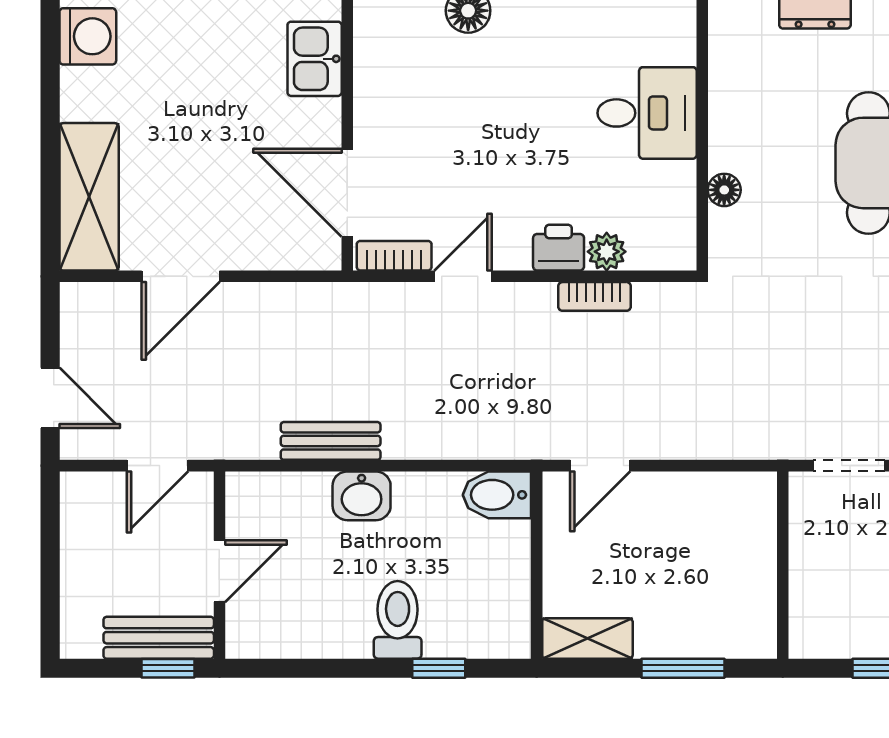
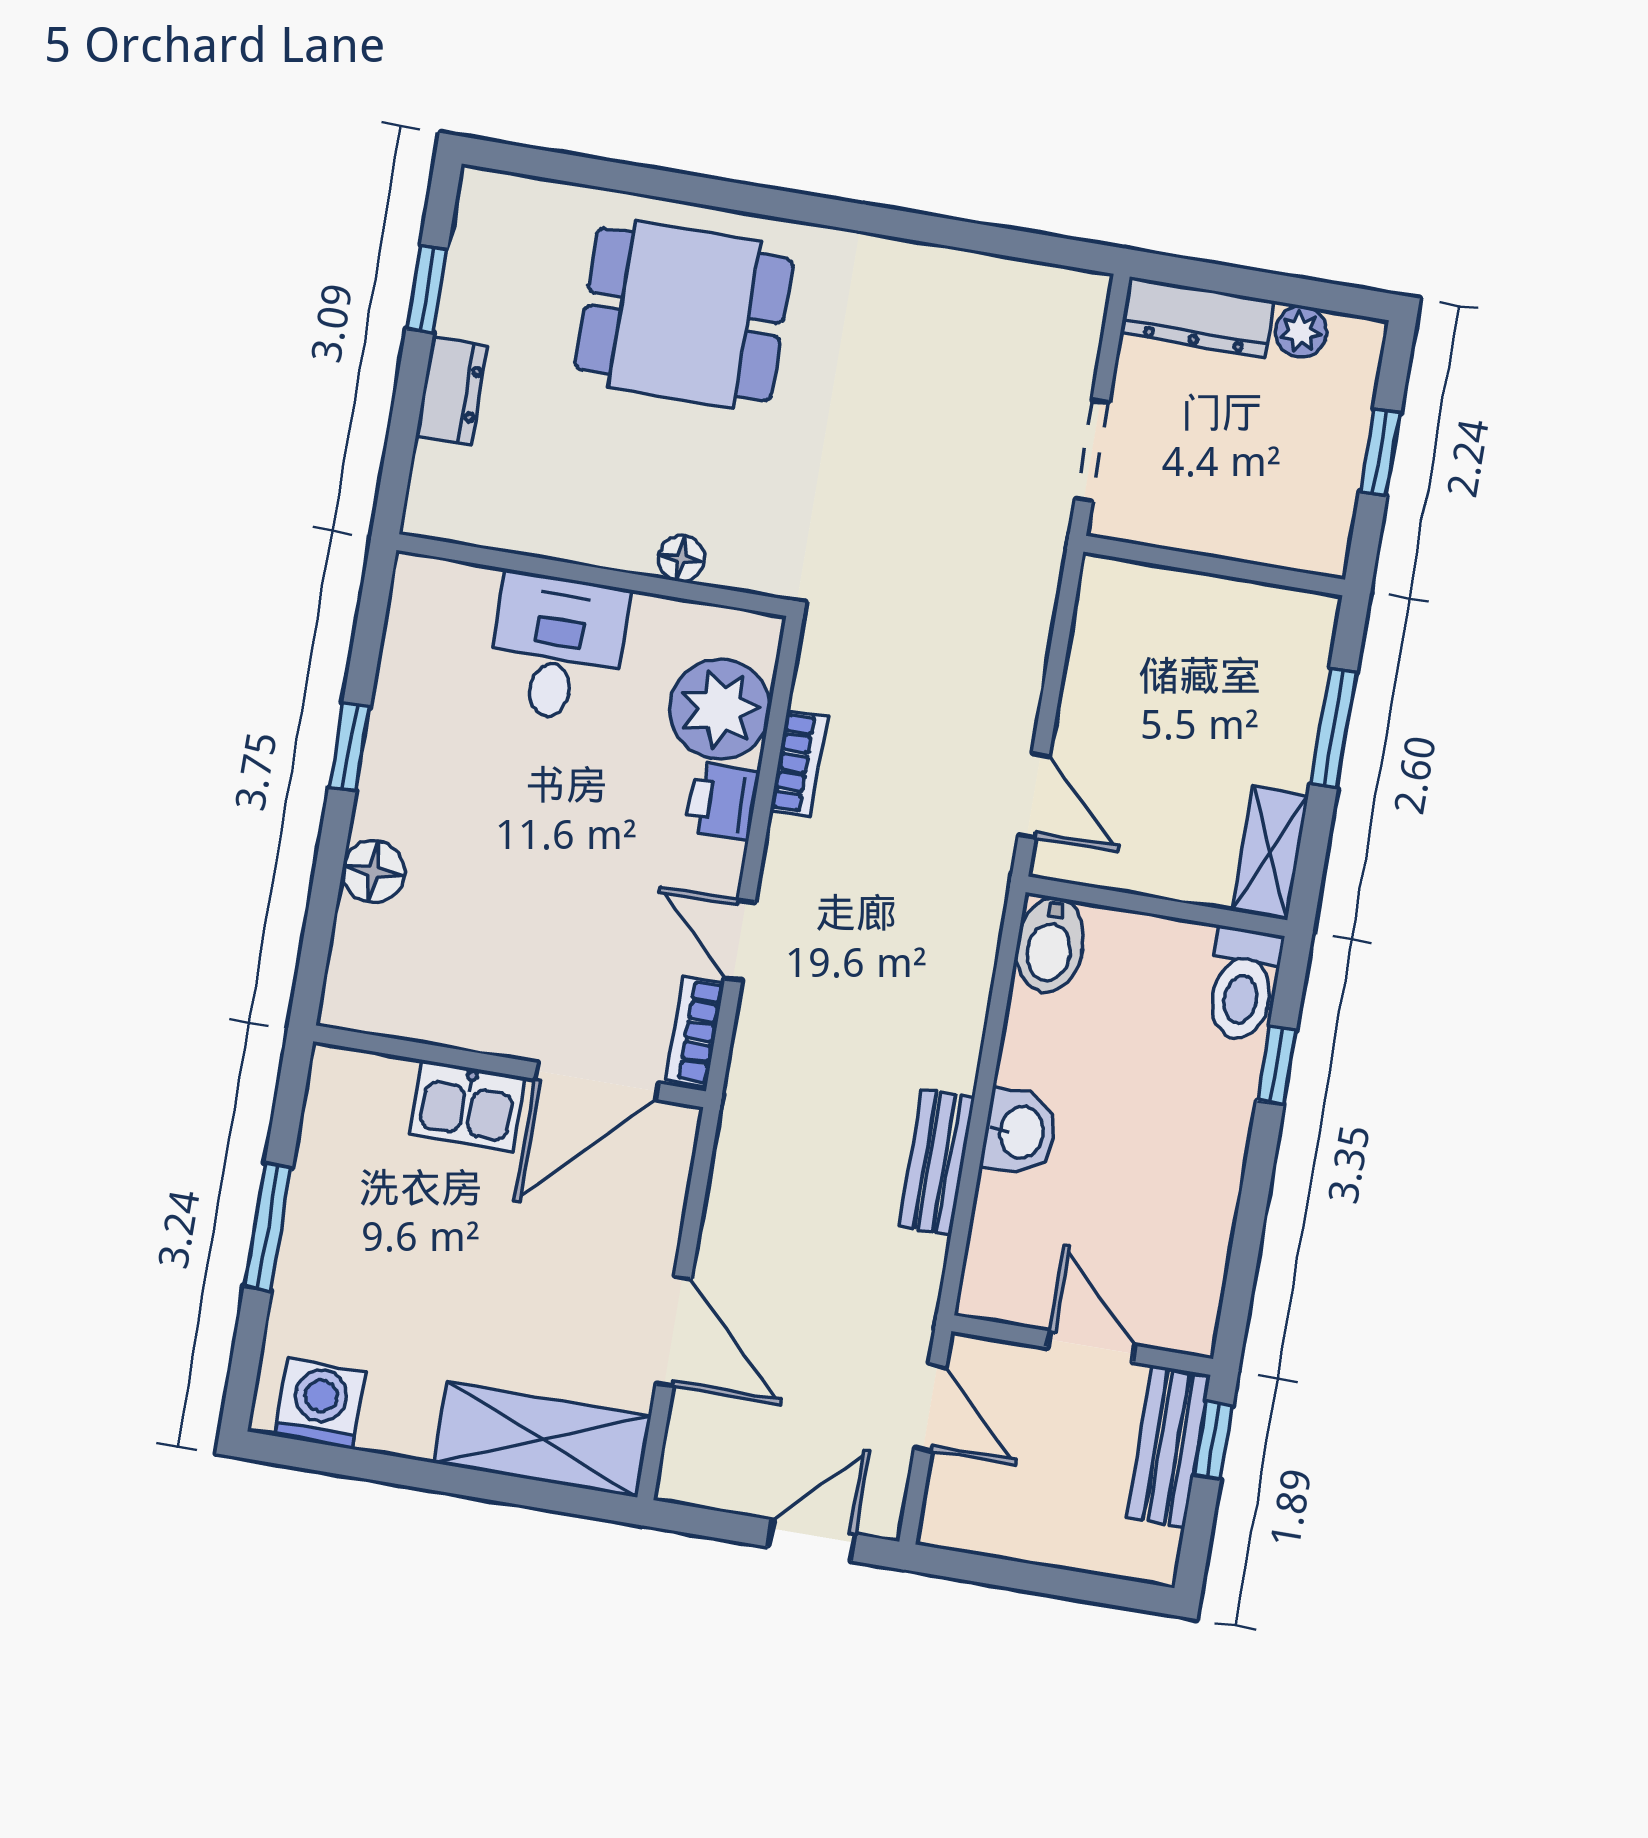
kitchen sink: (315, 59) -> (467, 1106), moved
plant: (607, 252) -> (720, 709), width x1.88, depth x1.88
toilet: (398, 620) -> (1243, 984), moved, turned -90

